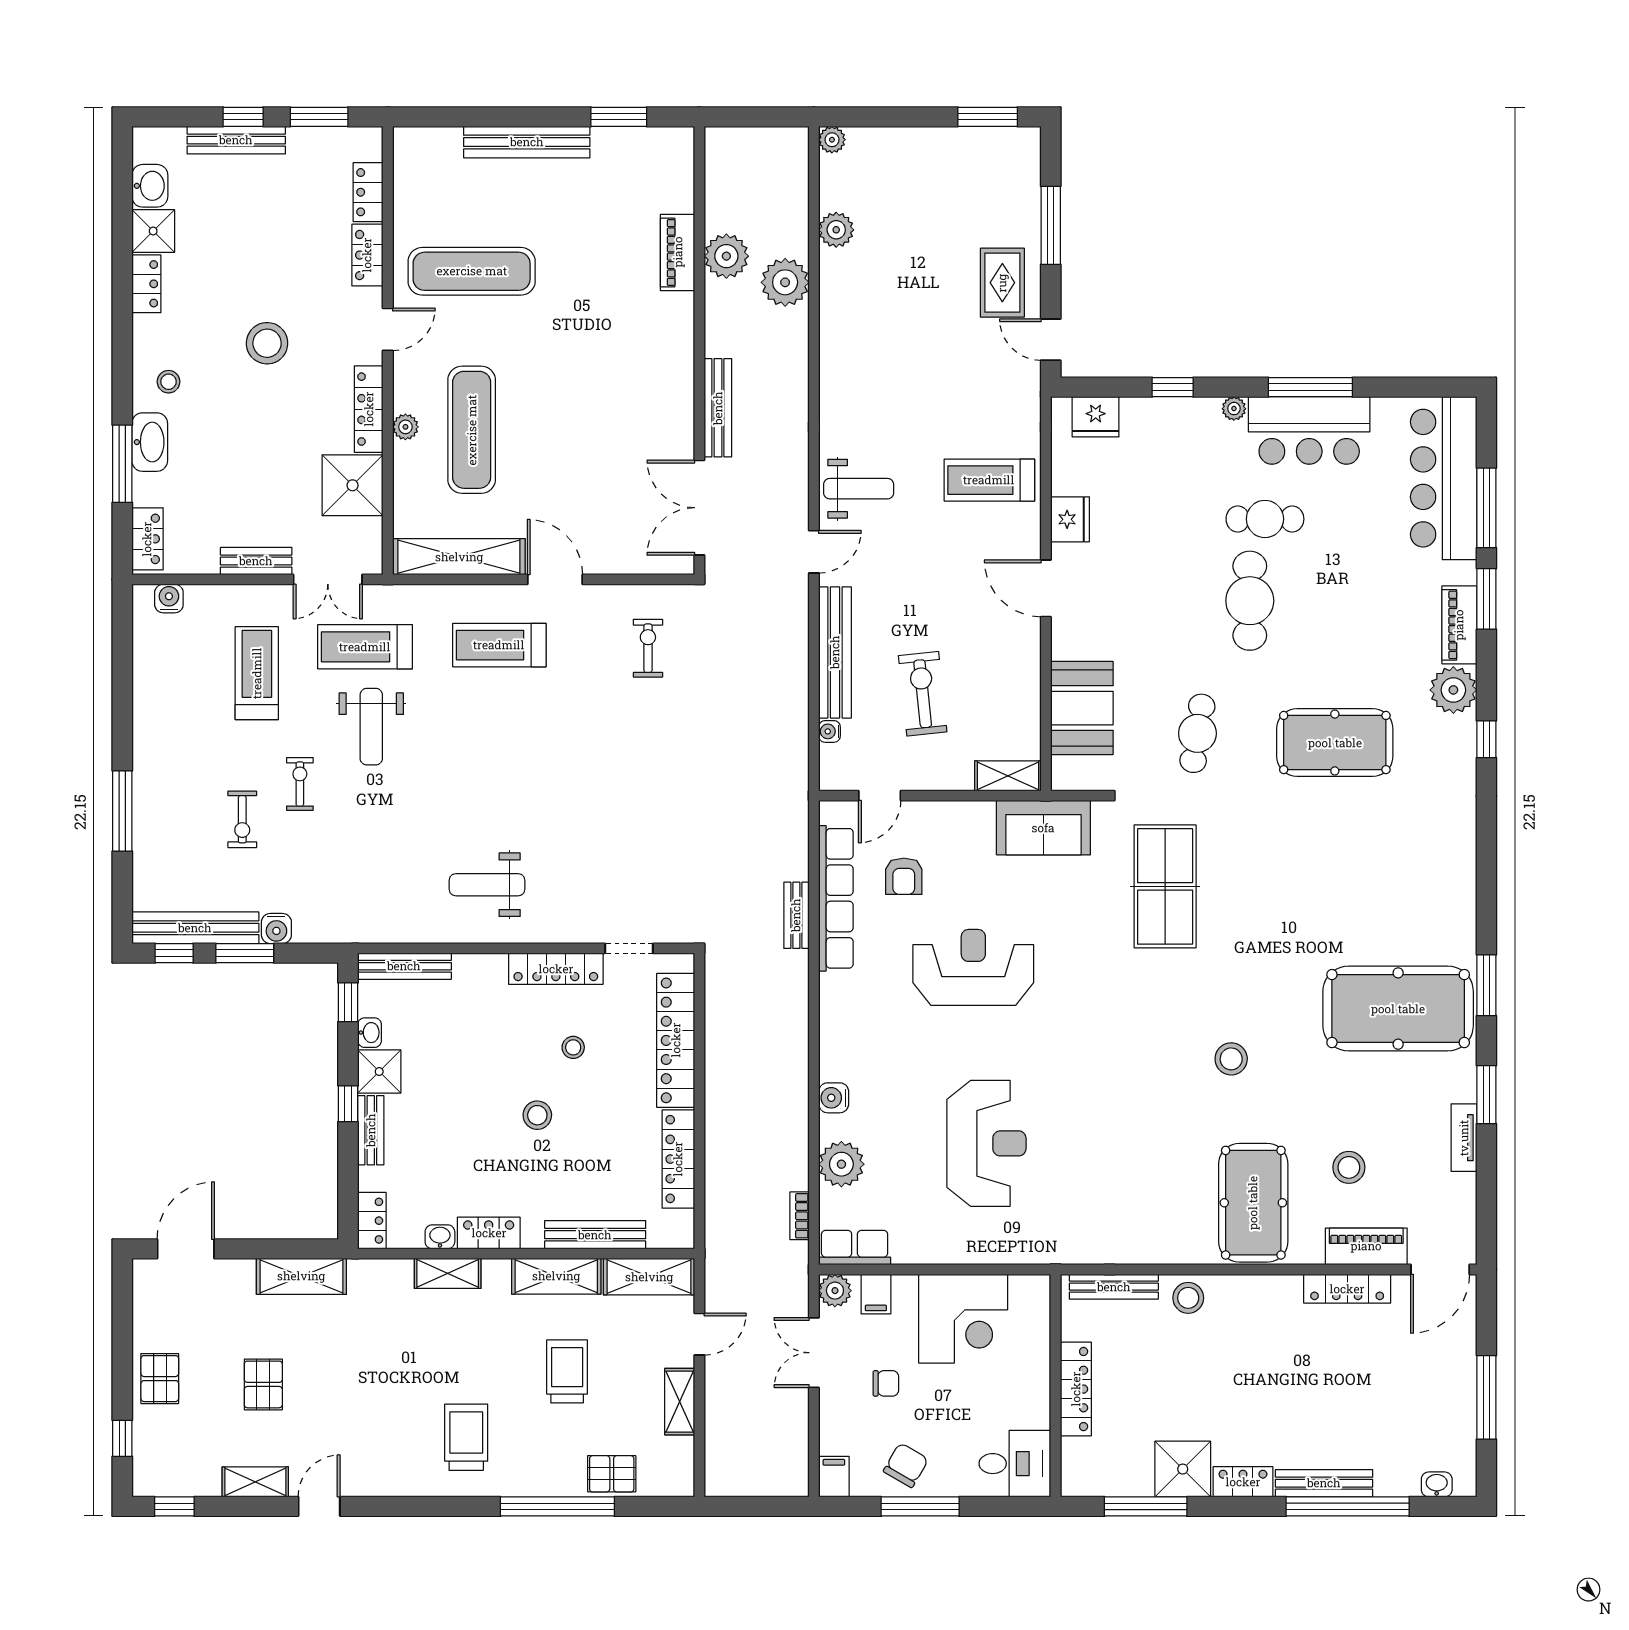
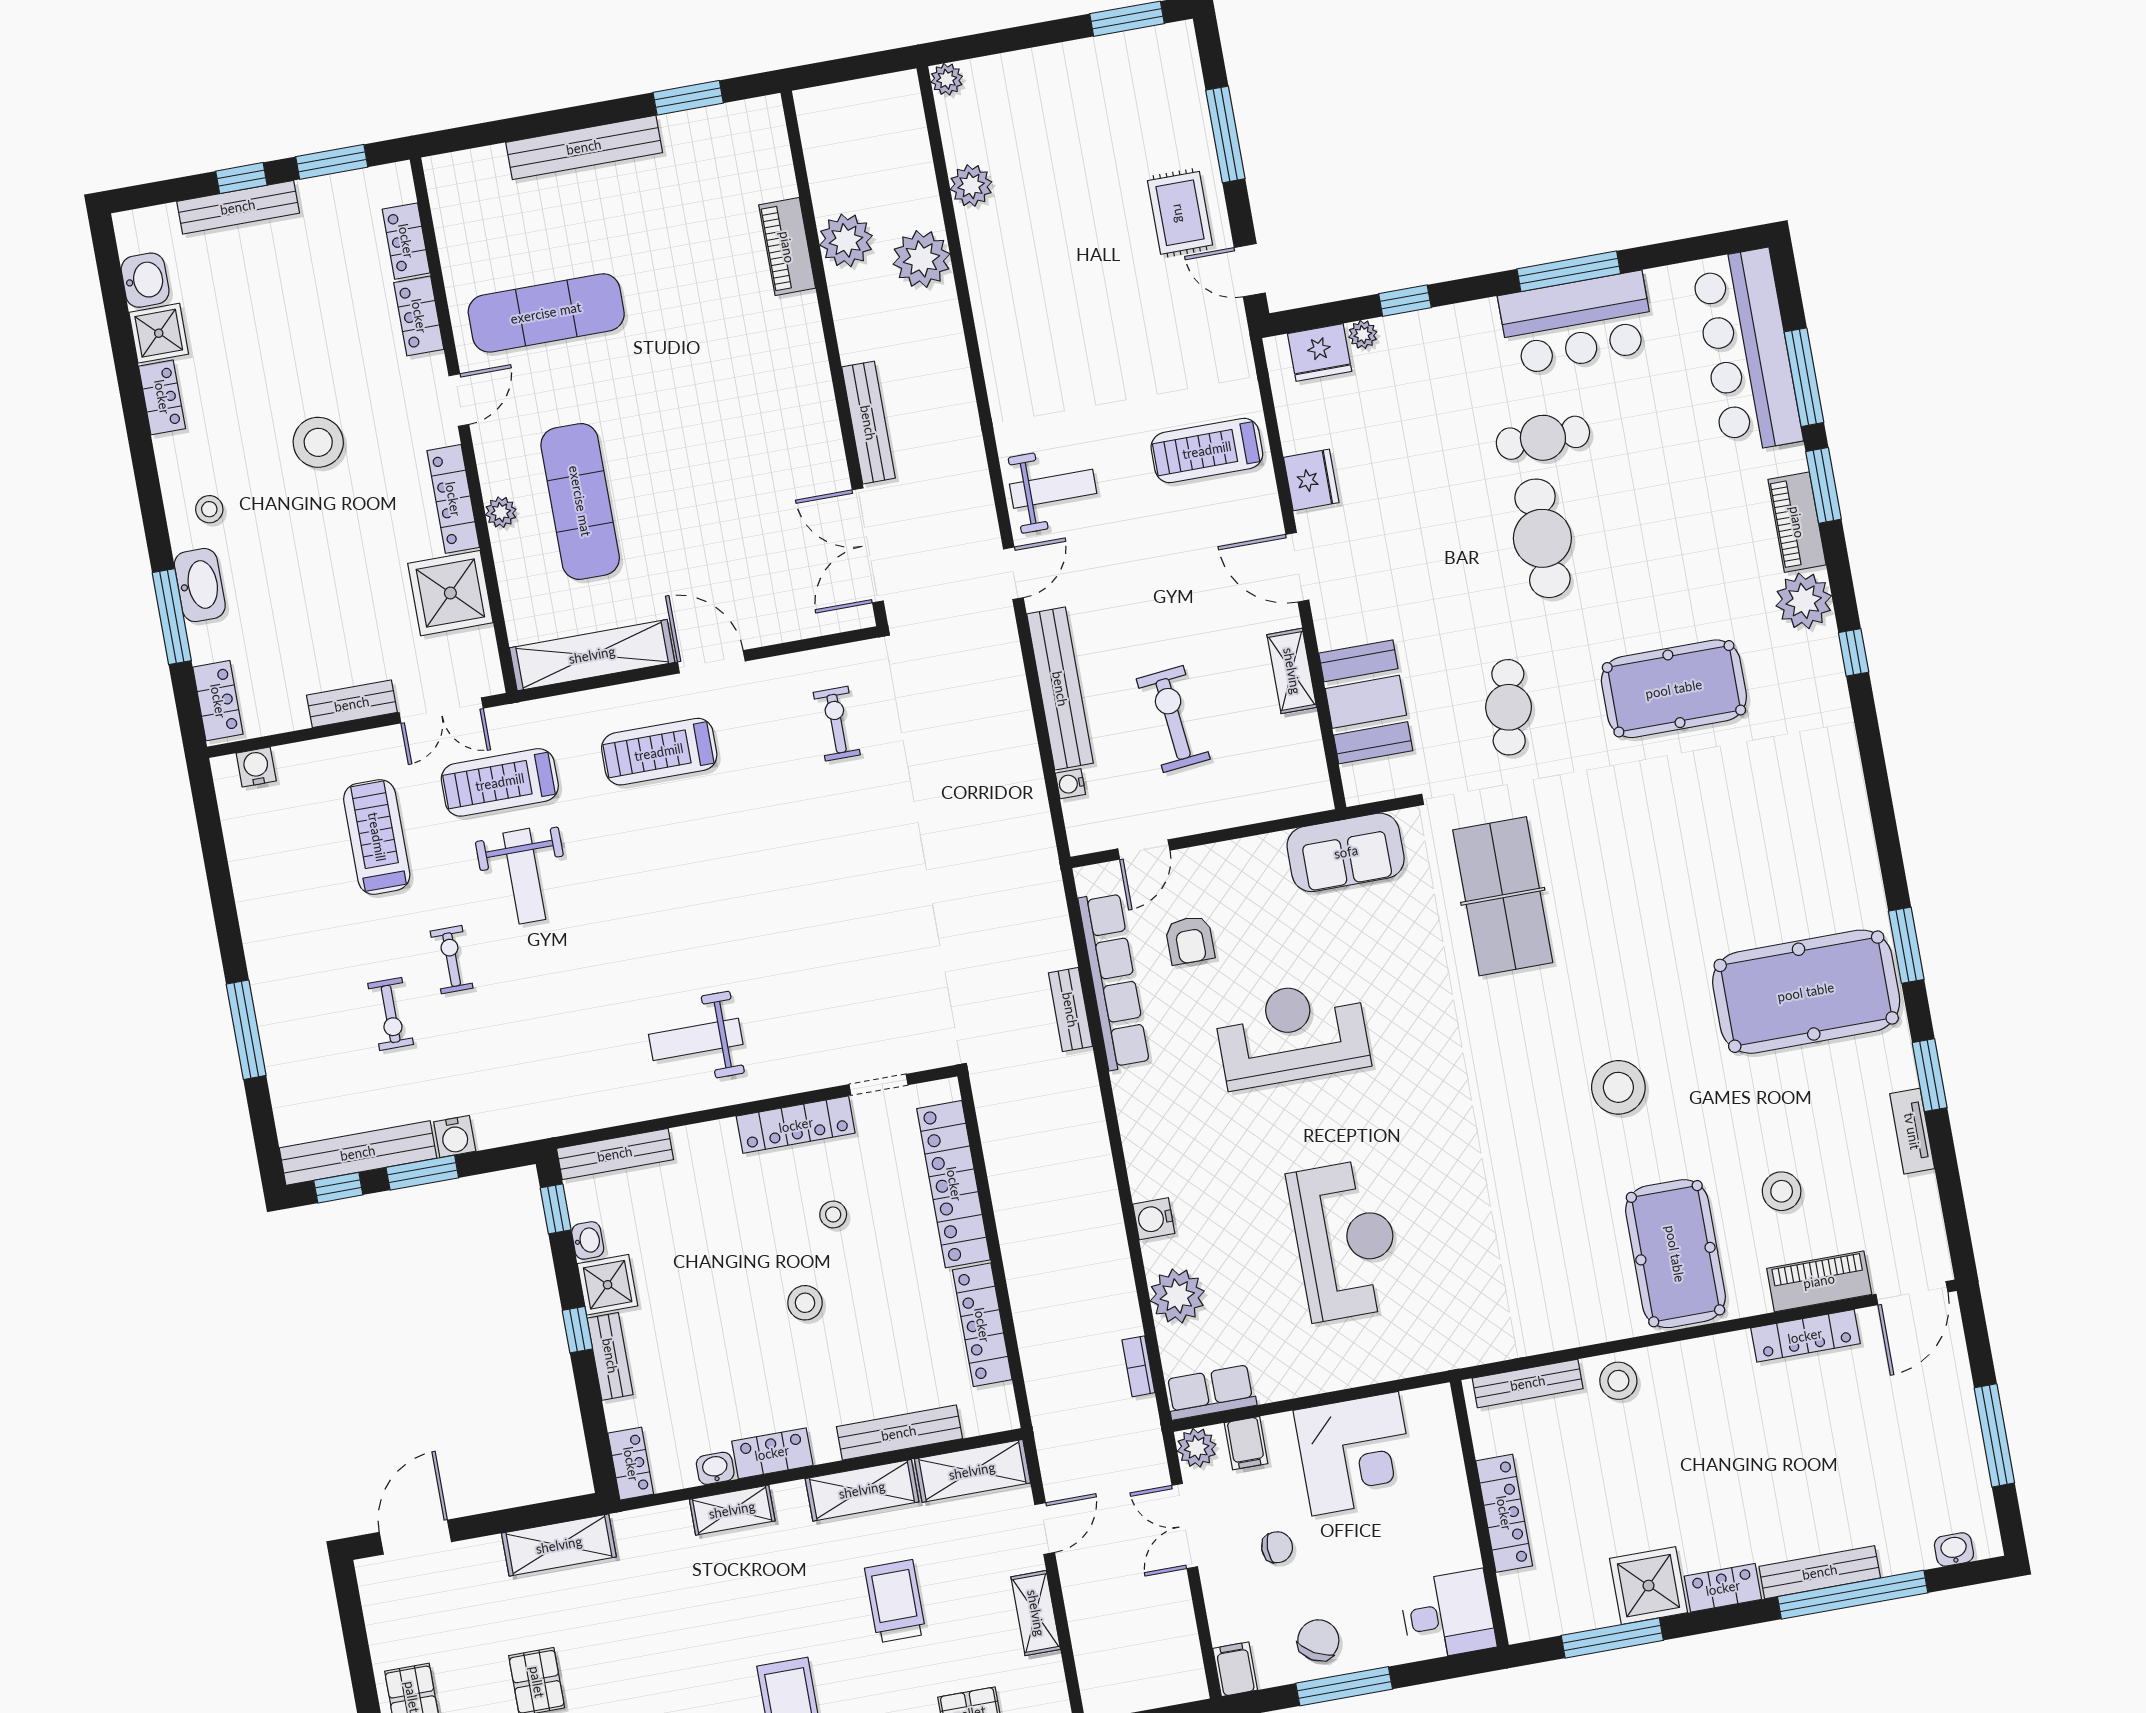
plant: (1234, 409) -> (1363, 335), moved
shelving: (1008, 776) -> (1292, 671), moved, turned 90
stool: (1231, 1059) -> (1618, 1087), width x1.38, depth x1.38

